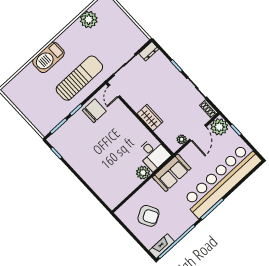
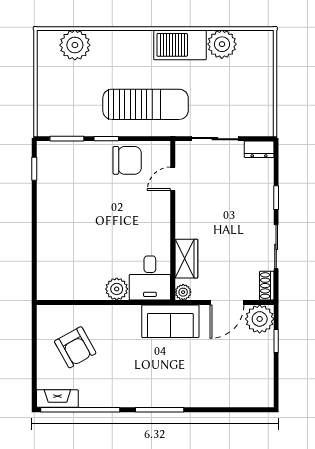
barbecue: (48, 57) -> (180, 45), moved
plant: (23, 81) -> (75, 45), added
door: (114, 91) -> (173, 179), moved
wardrobe: (150, 118) -> (186, 259), moved
plant: (182, 139) -> (183, 292), moved
sofa: (172, 173) -> (170, 321), moved
bar counter: (222, 180) -> (203, 386), removed

